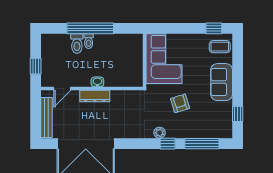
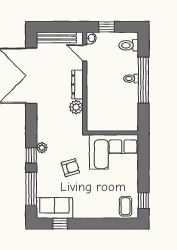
toilet: (77, 44) -> (129, 45), moved
washbasin: (97, 82) -> (91, 38), moved
sofa: (222, 82) -> (54, 208), moved
plant: (118, 97) -> (76, 107), added

